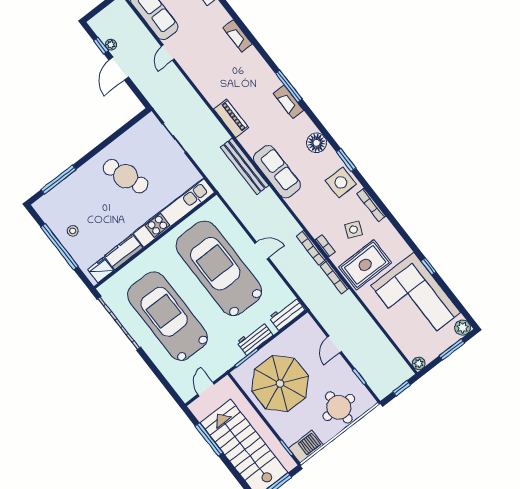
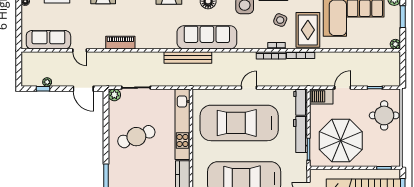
door: (119, 69) -> (83, 89), moved
piano: (231, 118) -> (120, 43), moved
plant: (150, 122) -> (114, 95), added
sofa: (277, 172) -> (207, 37), width x1.36, depth x1.27
workbench: (255, 339) -> (300, 135), width x1.38
door: (334, 344) -> (343, 88), swing flipped
window: (402, 388) -> (403, 67), removed
barbecue: (306, 447) -> (321, 96), moved, turned -90

